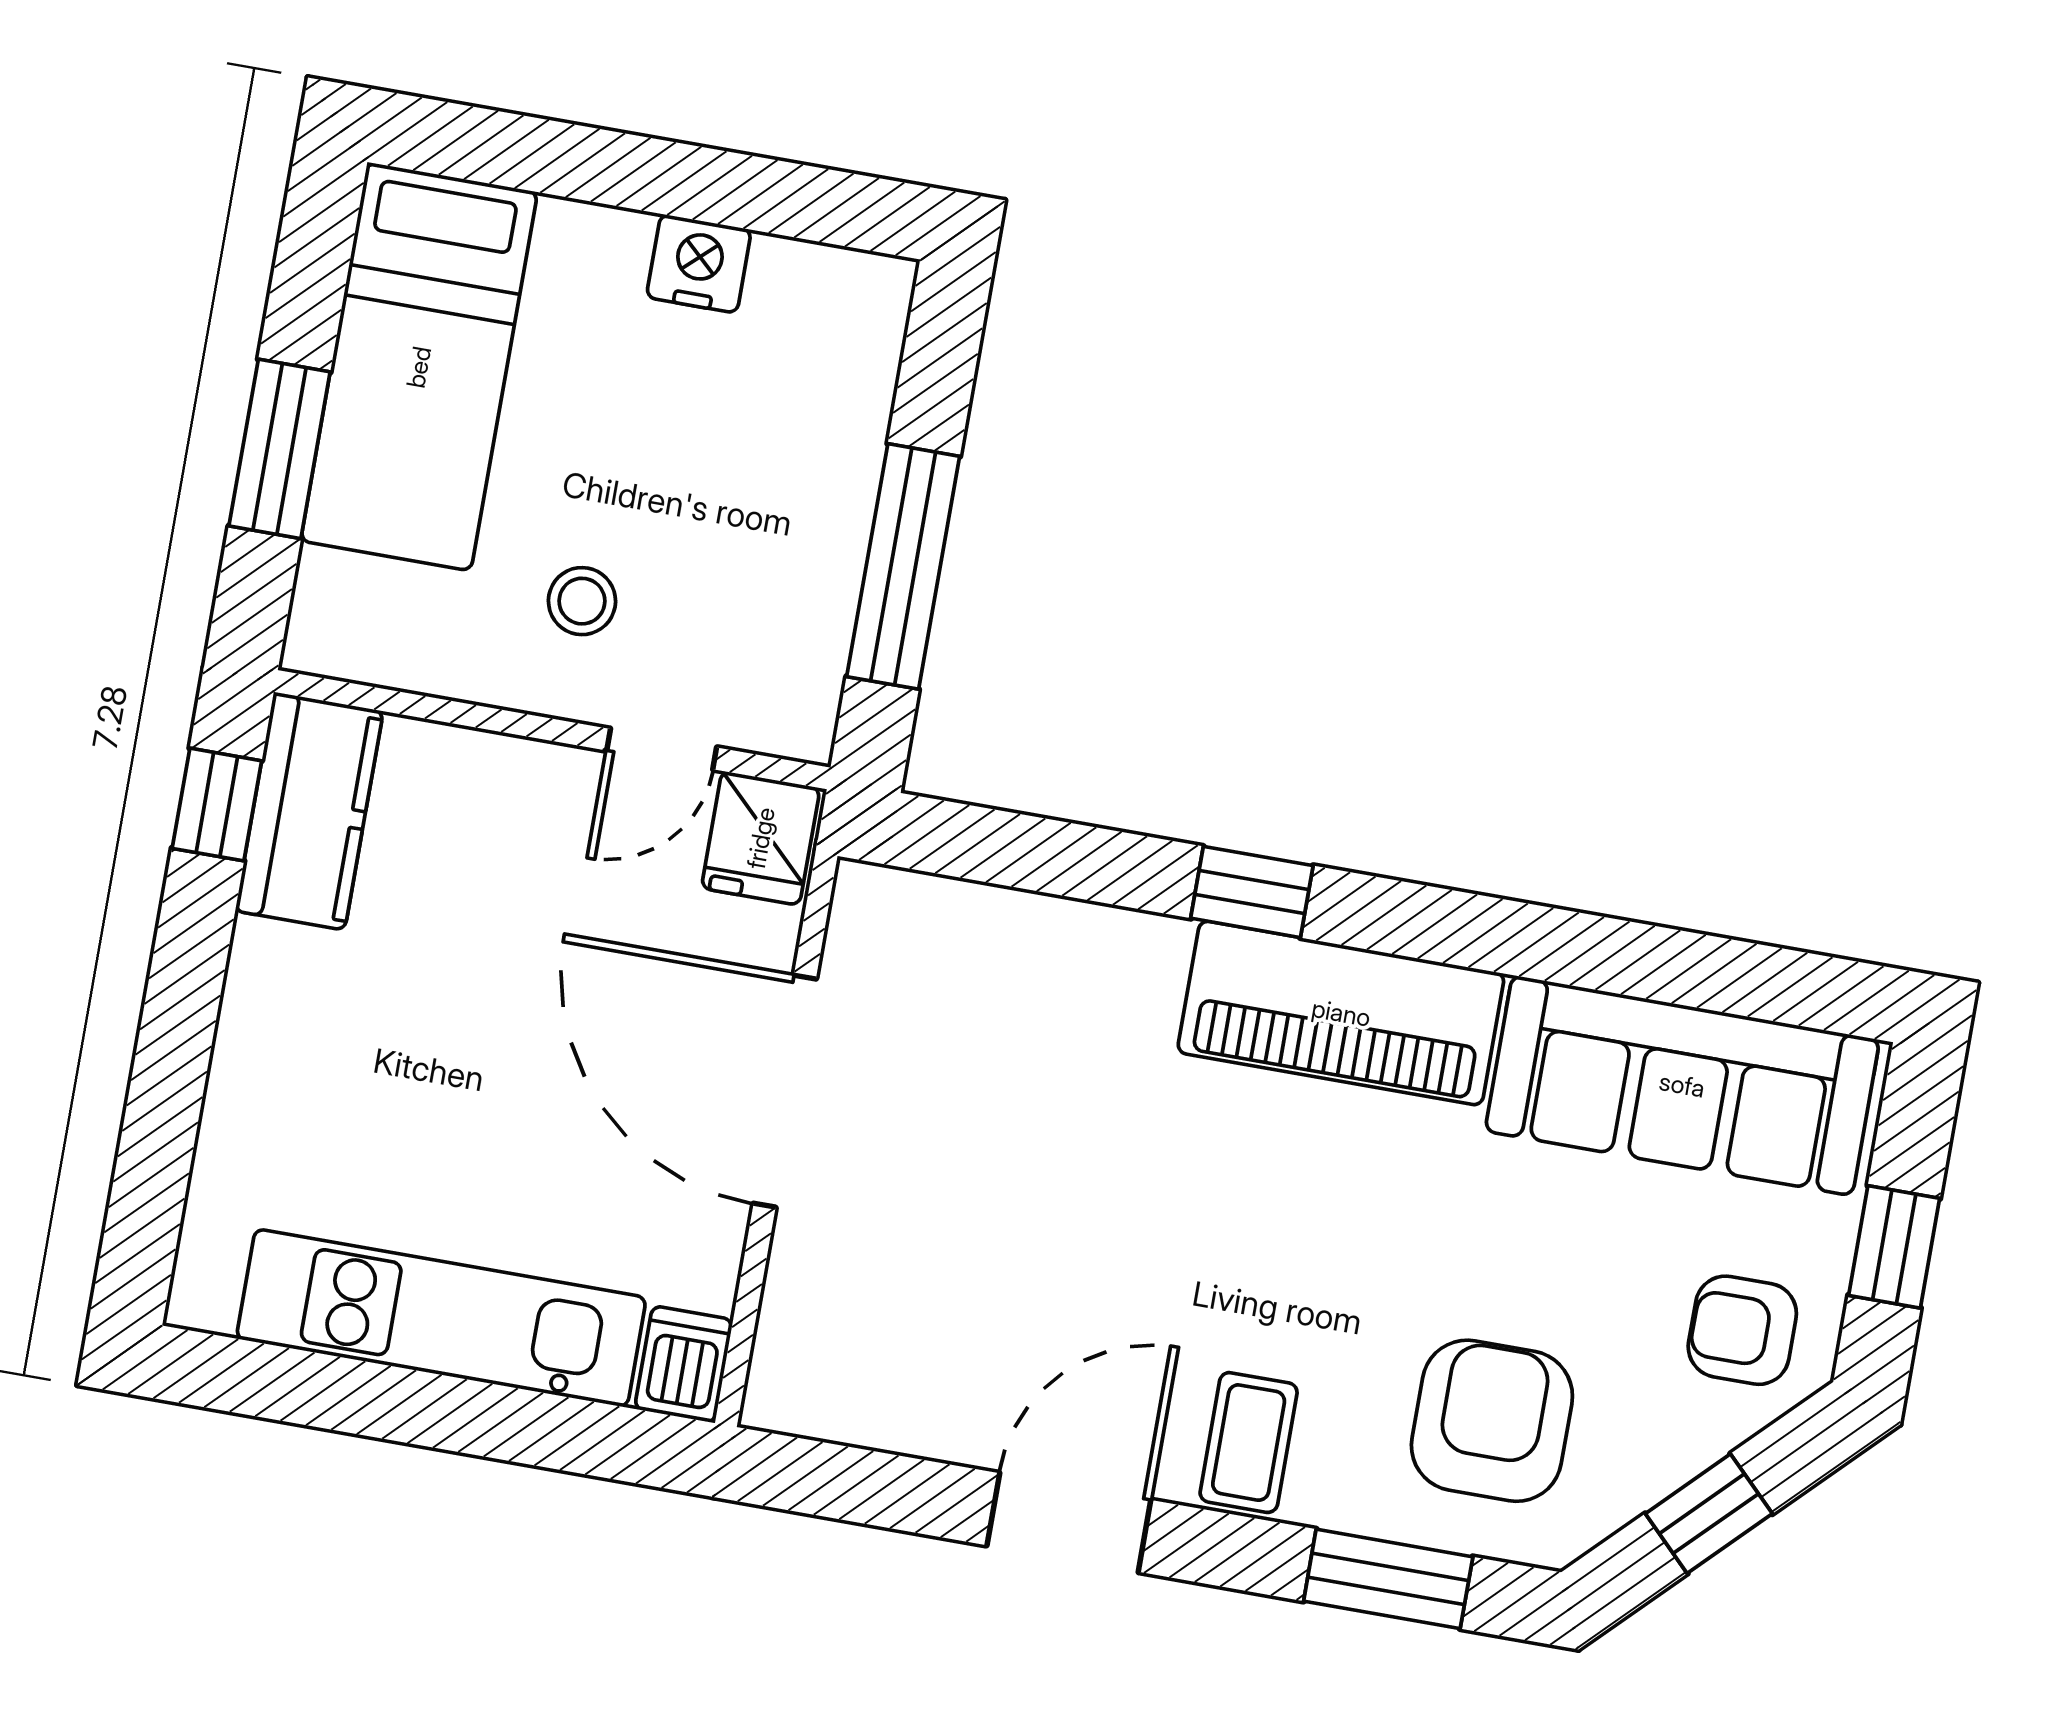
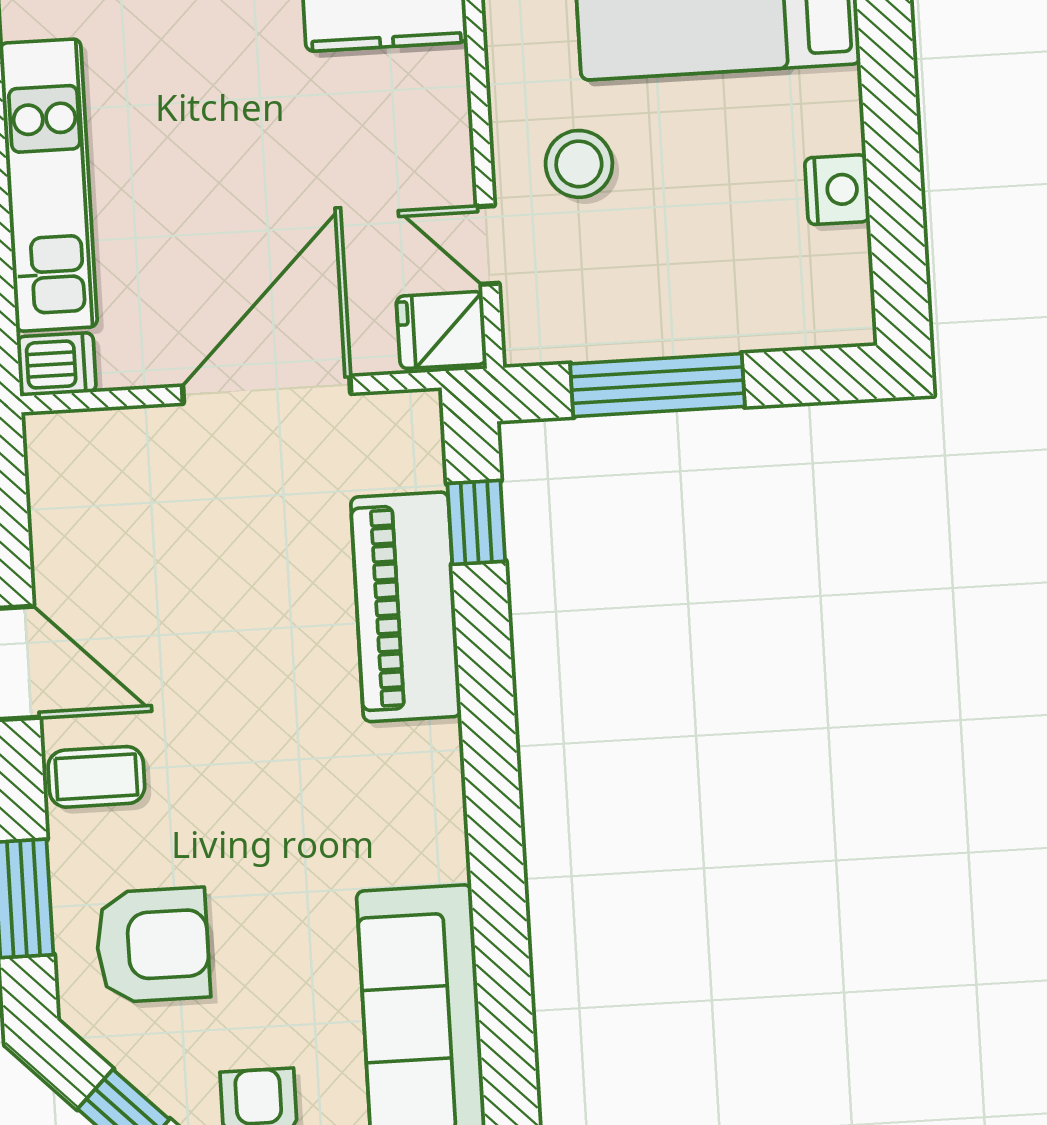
stool: (582, 601) -> (579, 164), width x1.37, depth x1.37
window: (1252, 892) -> (476, 522), moved
piano: (1341, 1013) -> (406, 607), moved

